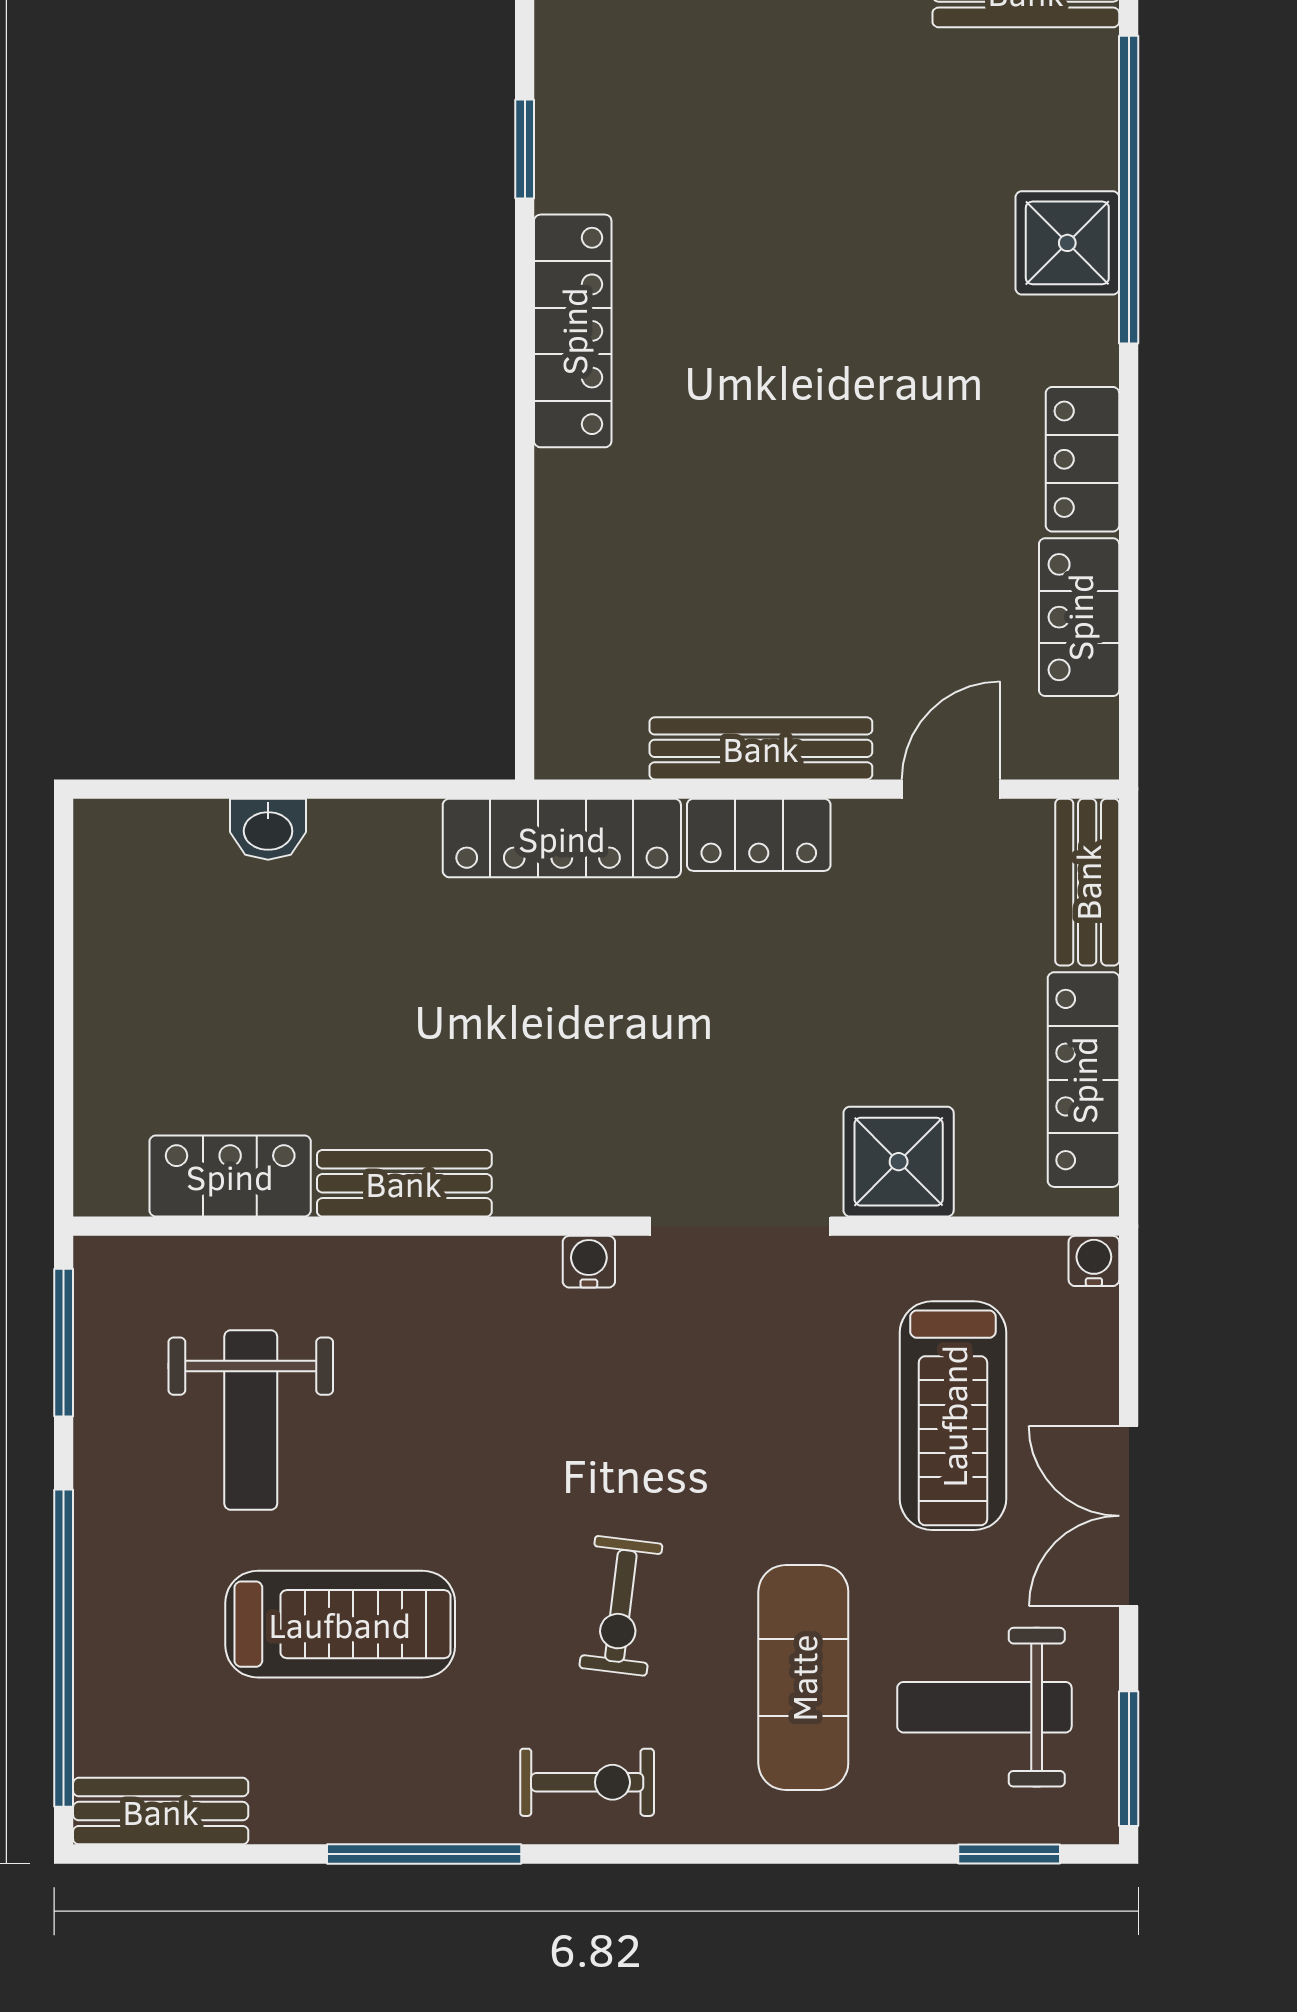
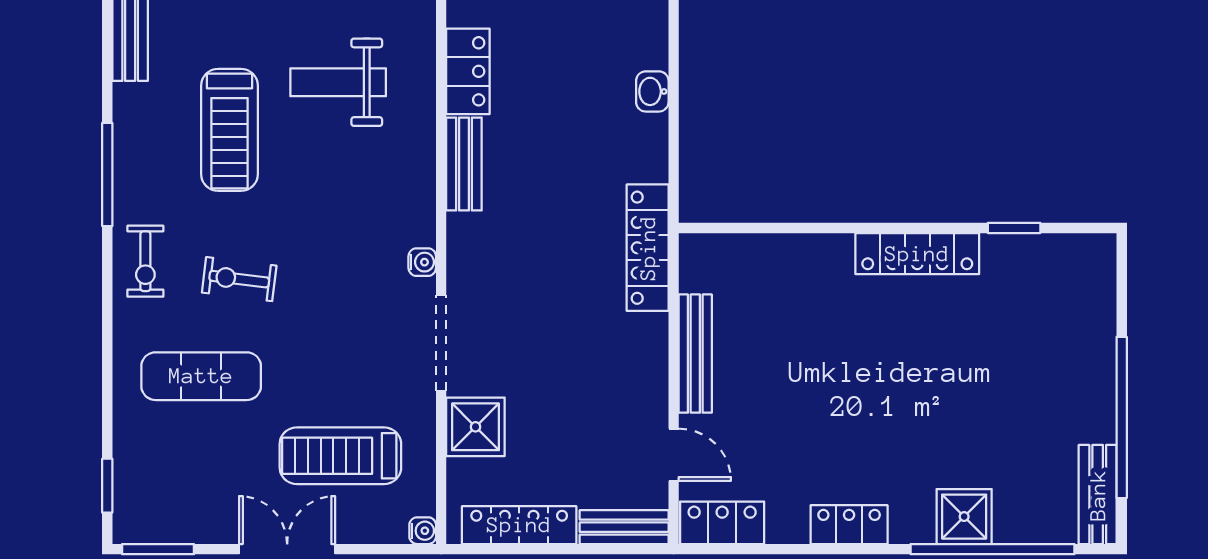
locker: (1079, 617) -> (722, 523), moved
locker: (759, 835) -> (649, 352), removed
weight bench: (984, 1707) -> (185, 473), removed

